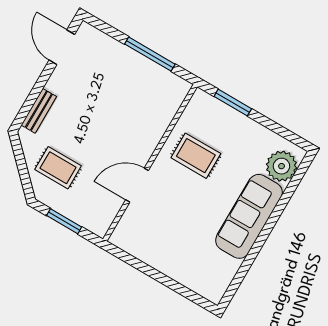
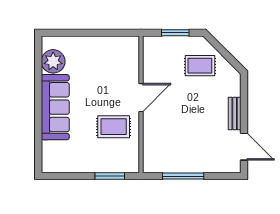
bench: (39, 111) -> (235, 114), moved
plant: (281, 166) -> (53, 61), moved
door: (137, 185) -> (141, 98), moved

